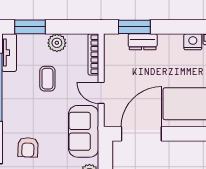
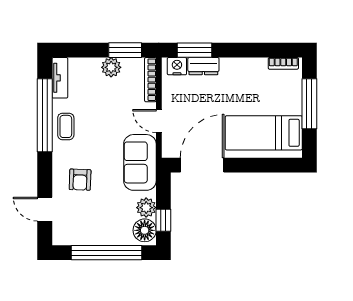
window: (30, 27) -> (125, 50), moved
nightstand: (193, 42) -> (177, 66), moved
coffee table: (47, 79) -> (66, 126), moved

